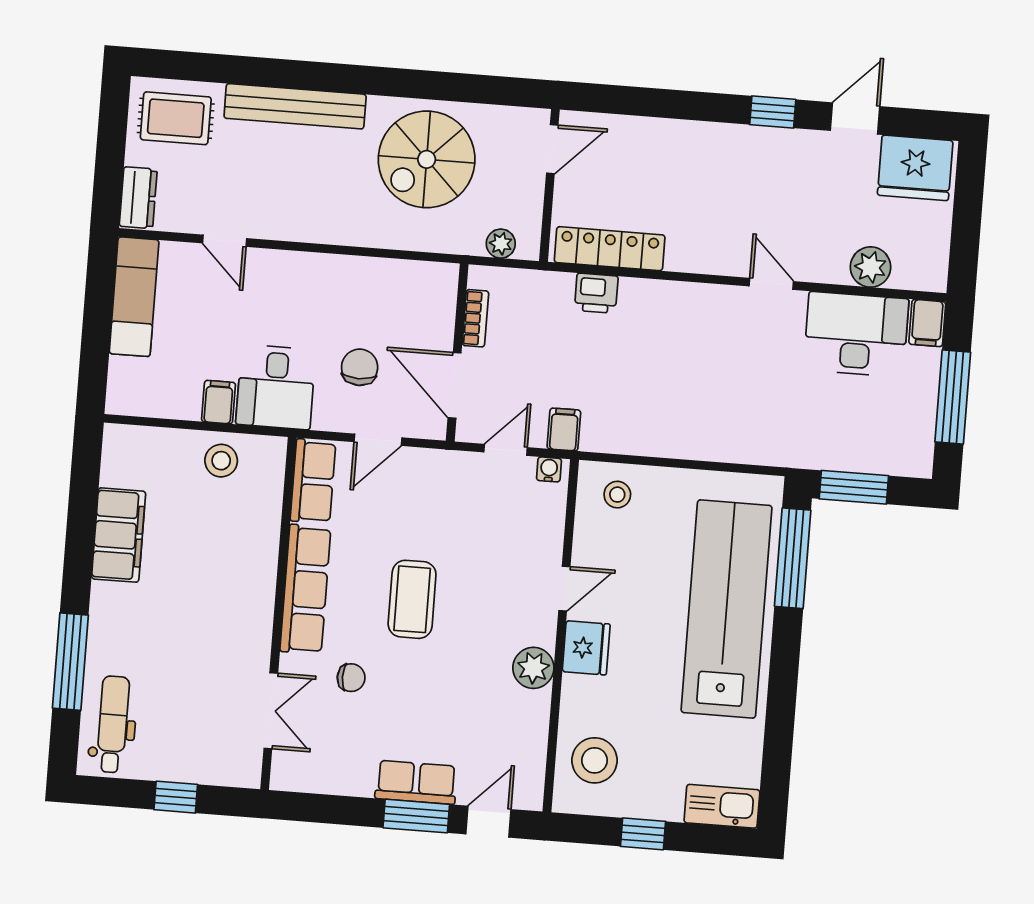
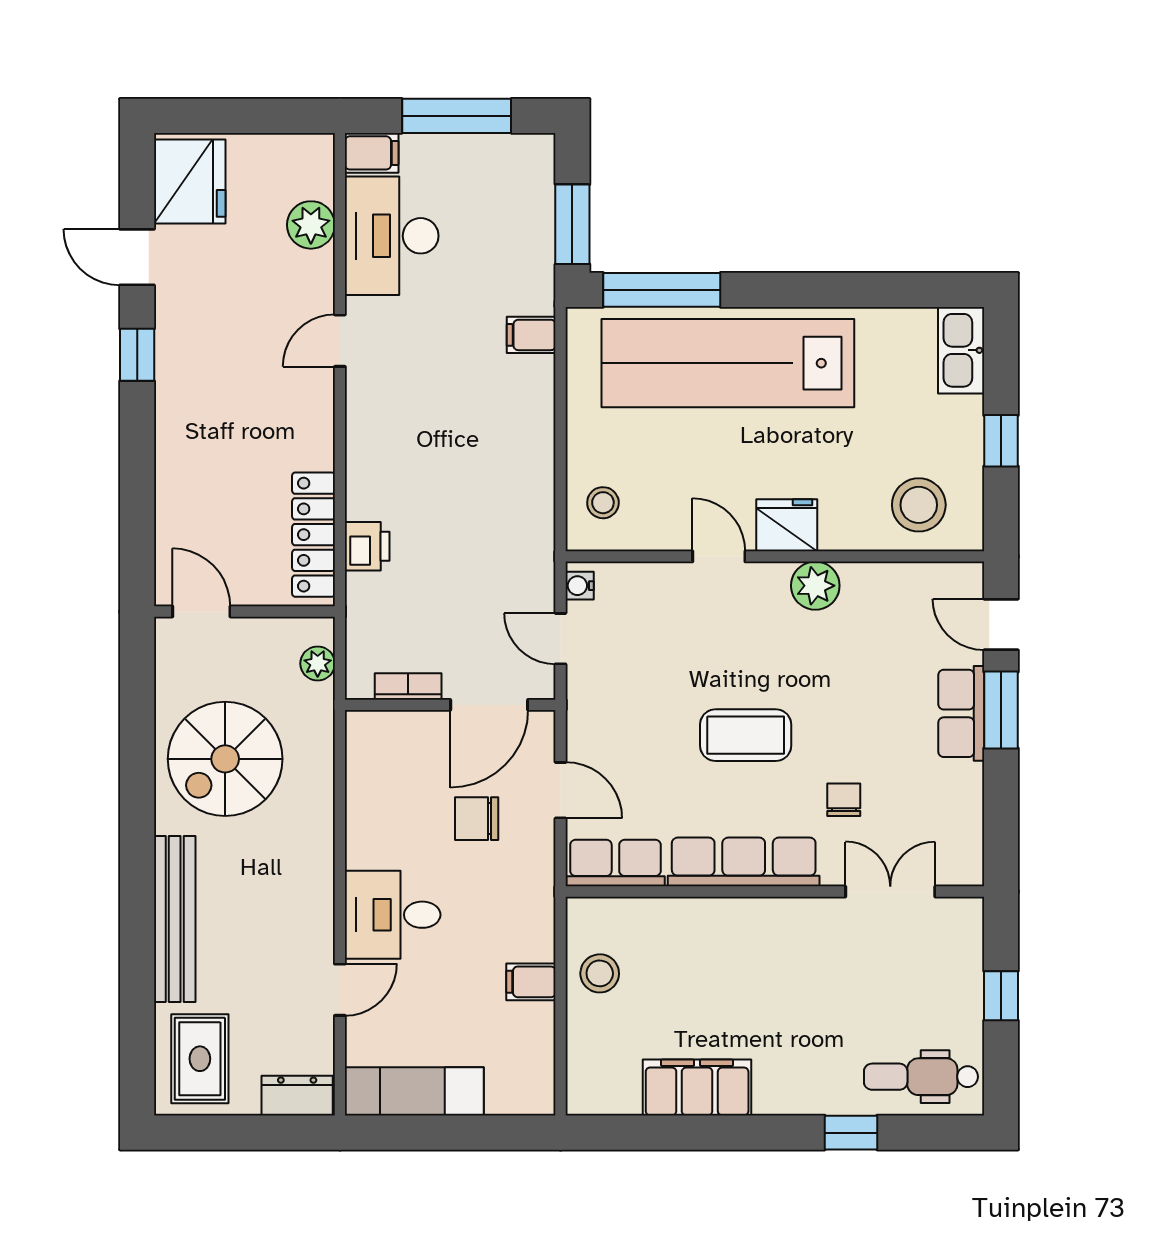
spiral stairs: (427, 159) -> (225, 759), turned 90
desk: (276, 387) -> (393, 915), moved, turned 180
filing cabinet: (564, 430) -> (531, 335), moved
window: (70, 662) -> (851, 1133), width x0.46

